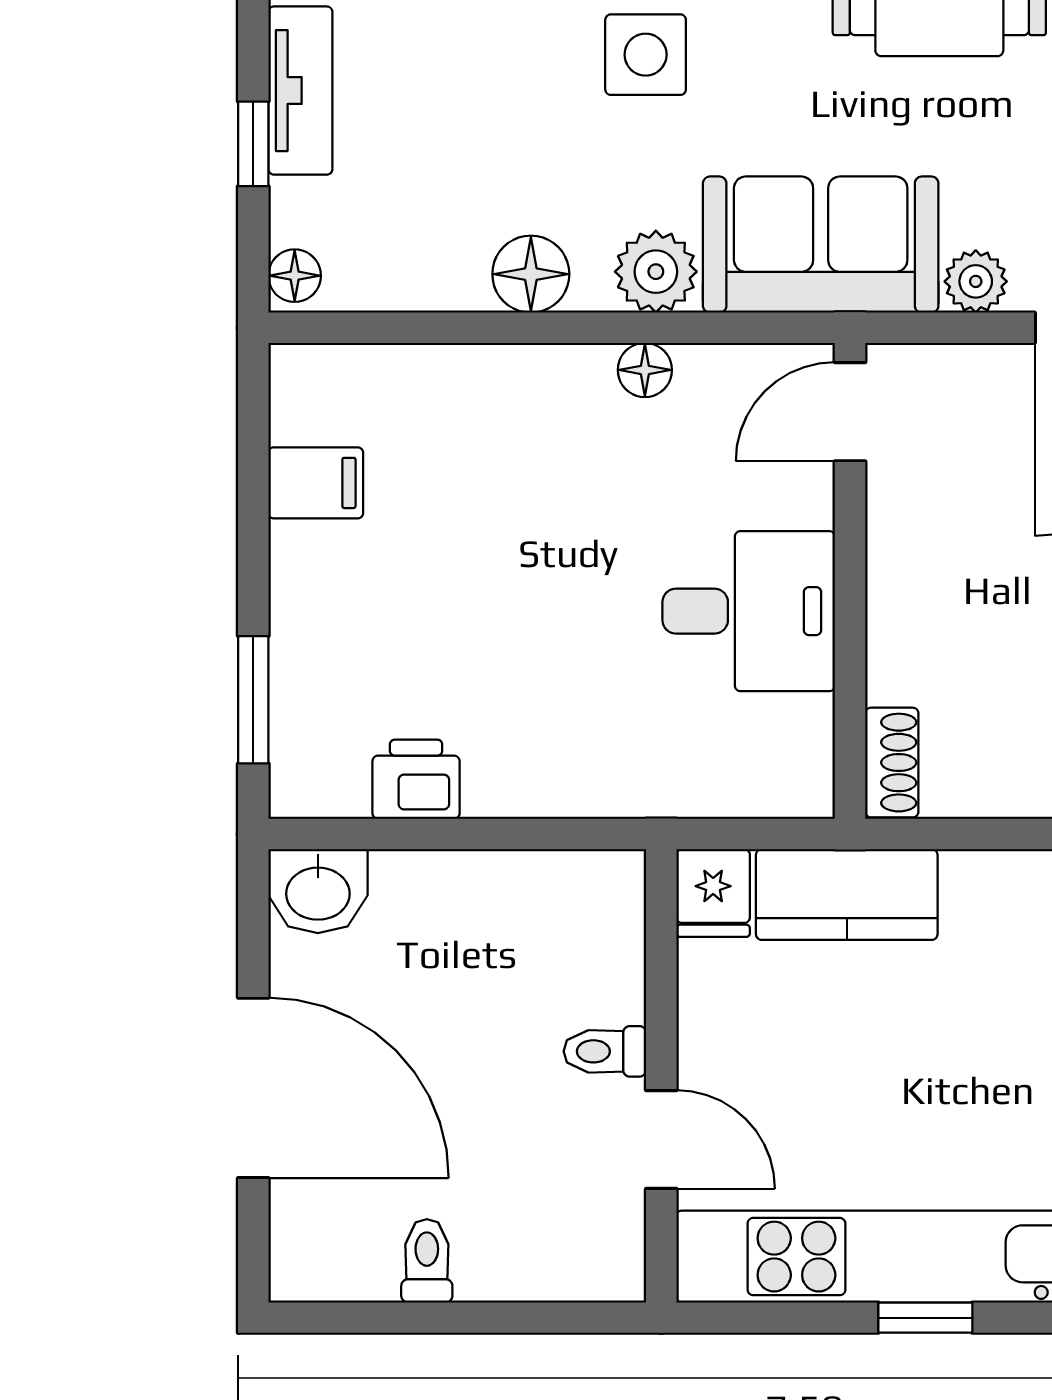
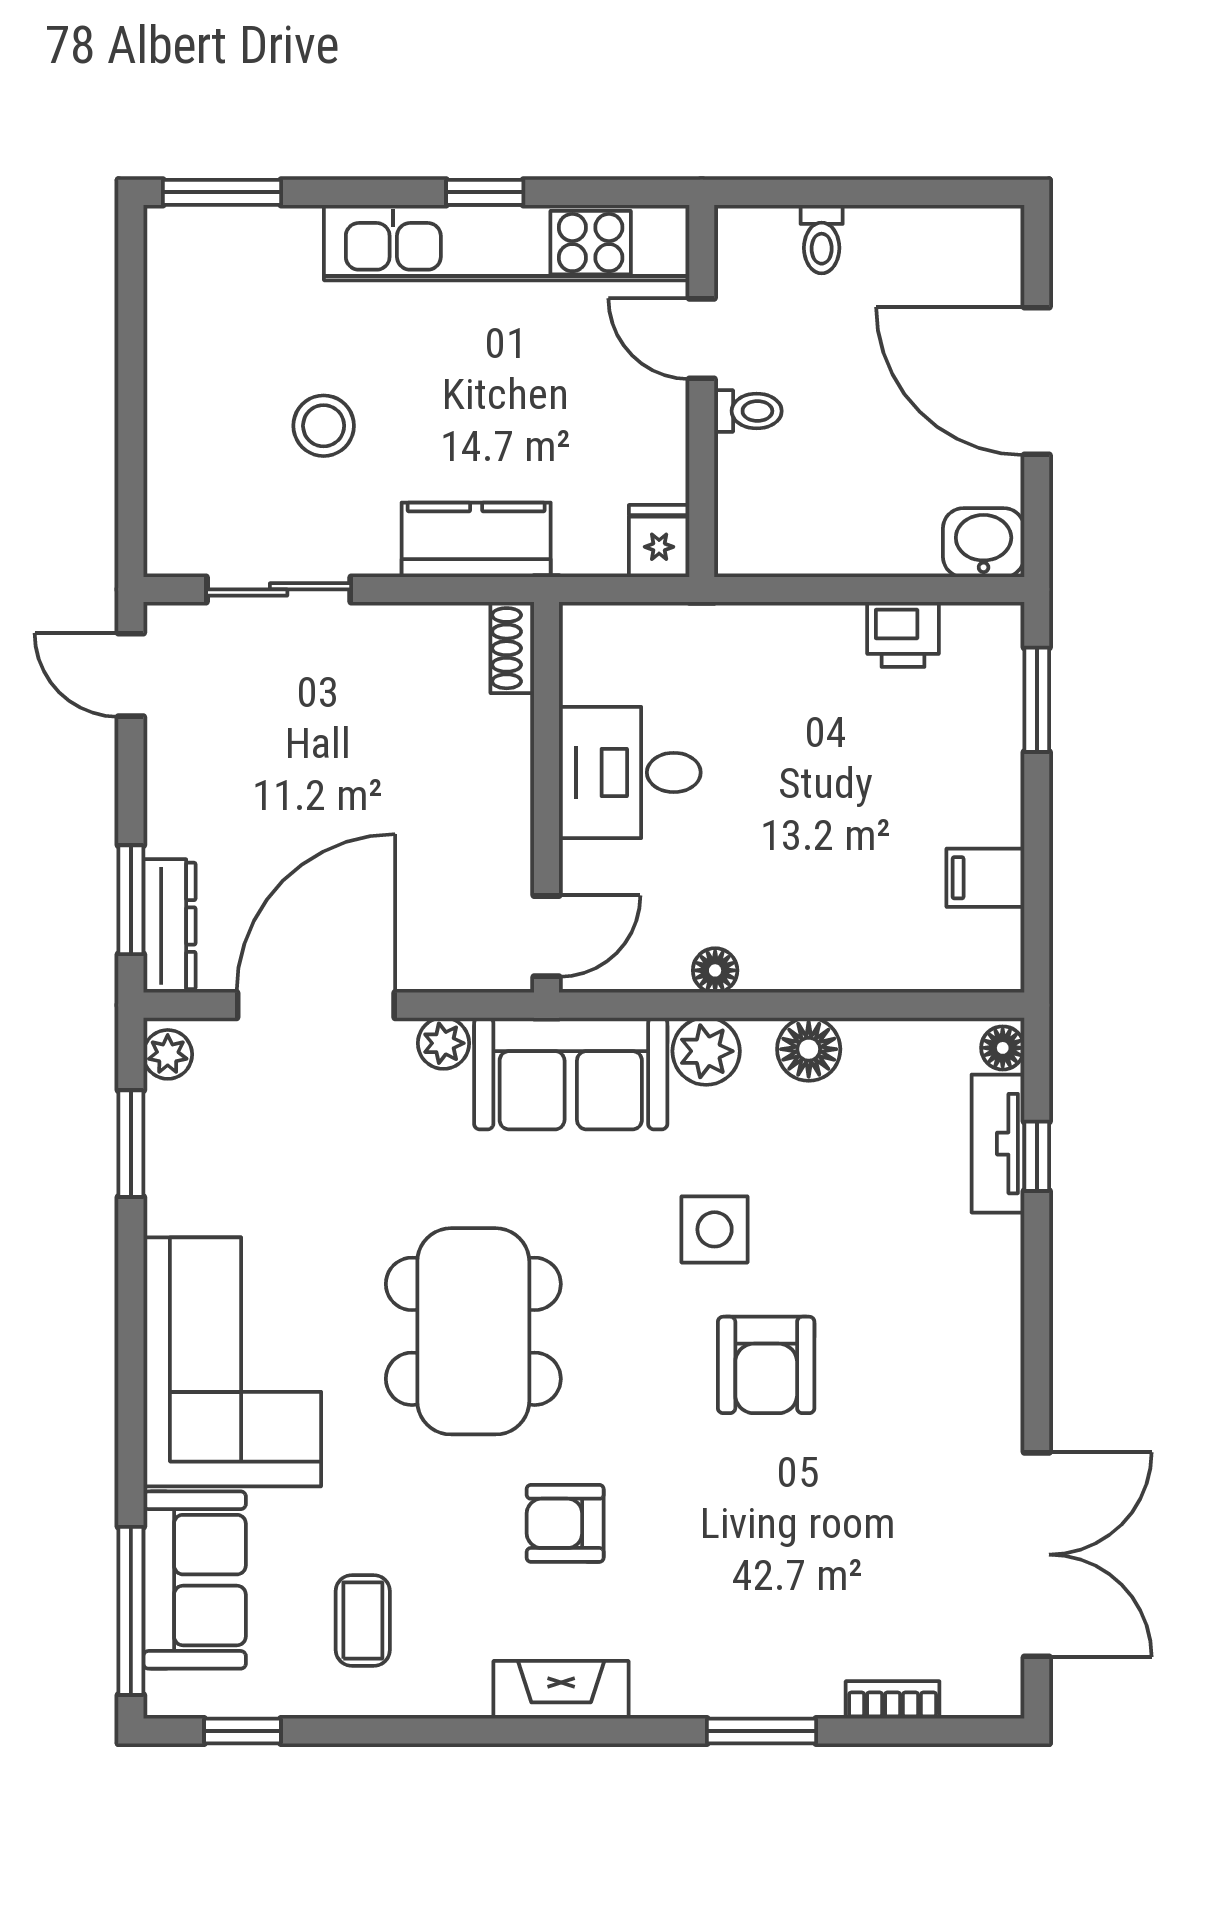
tv unit: (300, 91) -> (998, 1144), moved
kitchen counter: (847, 895) -> (476, 540), moved
toilet: (427, 1261) -> (822, 239), moved

